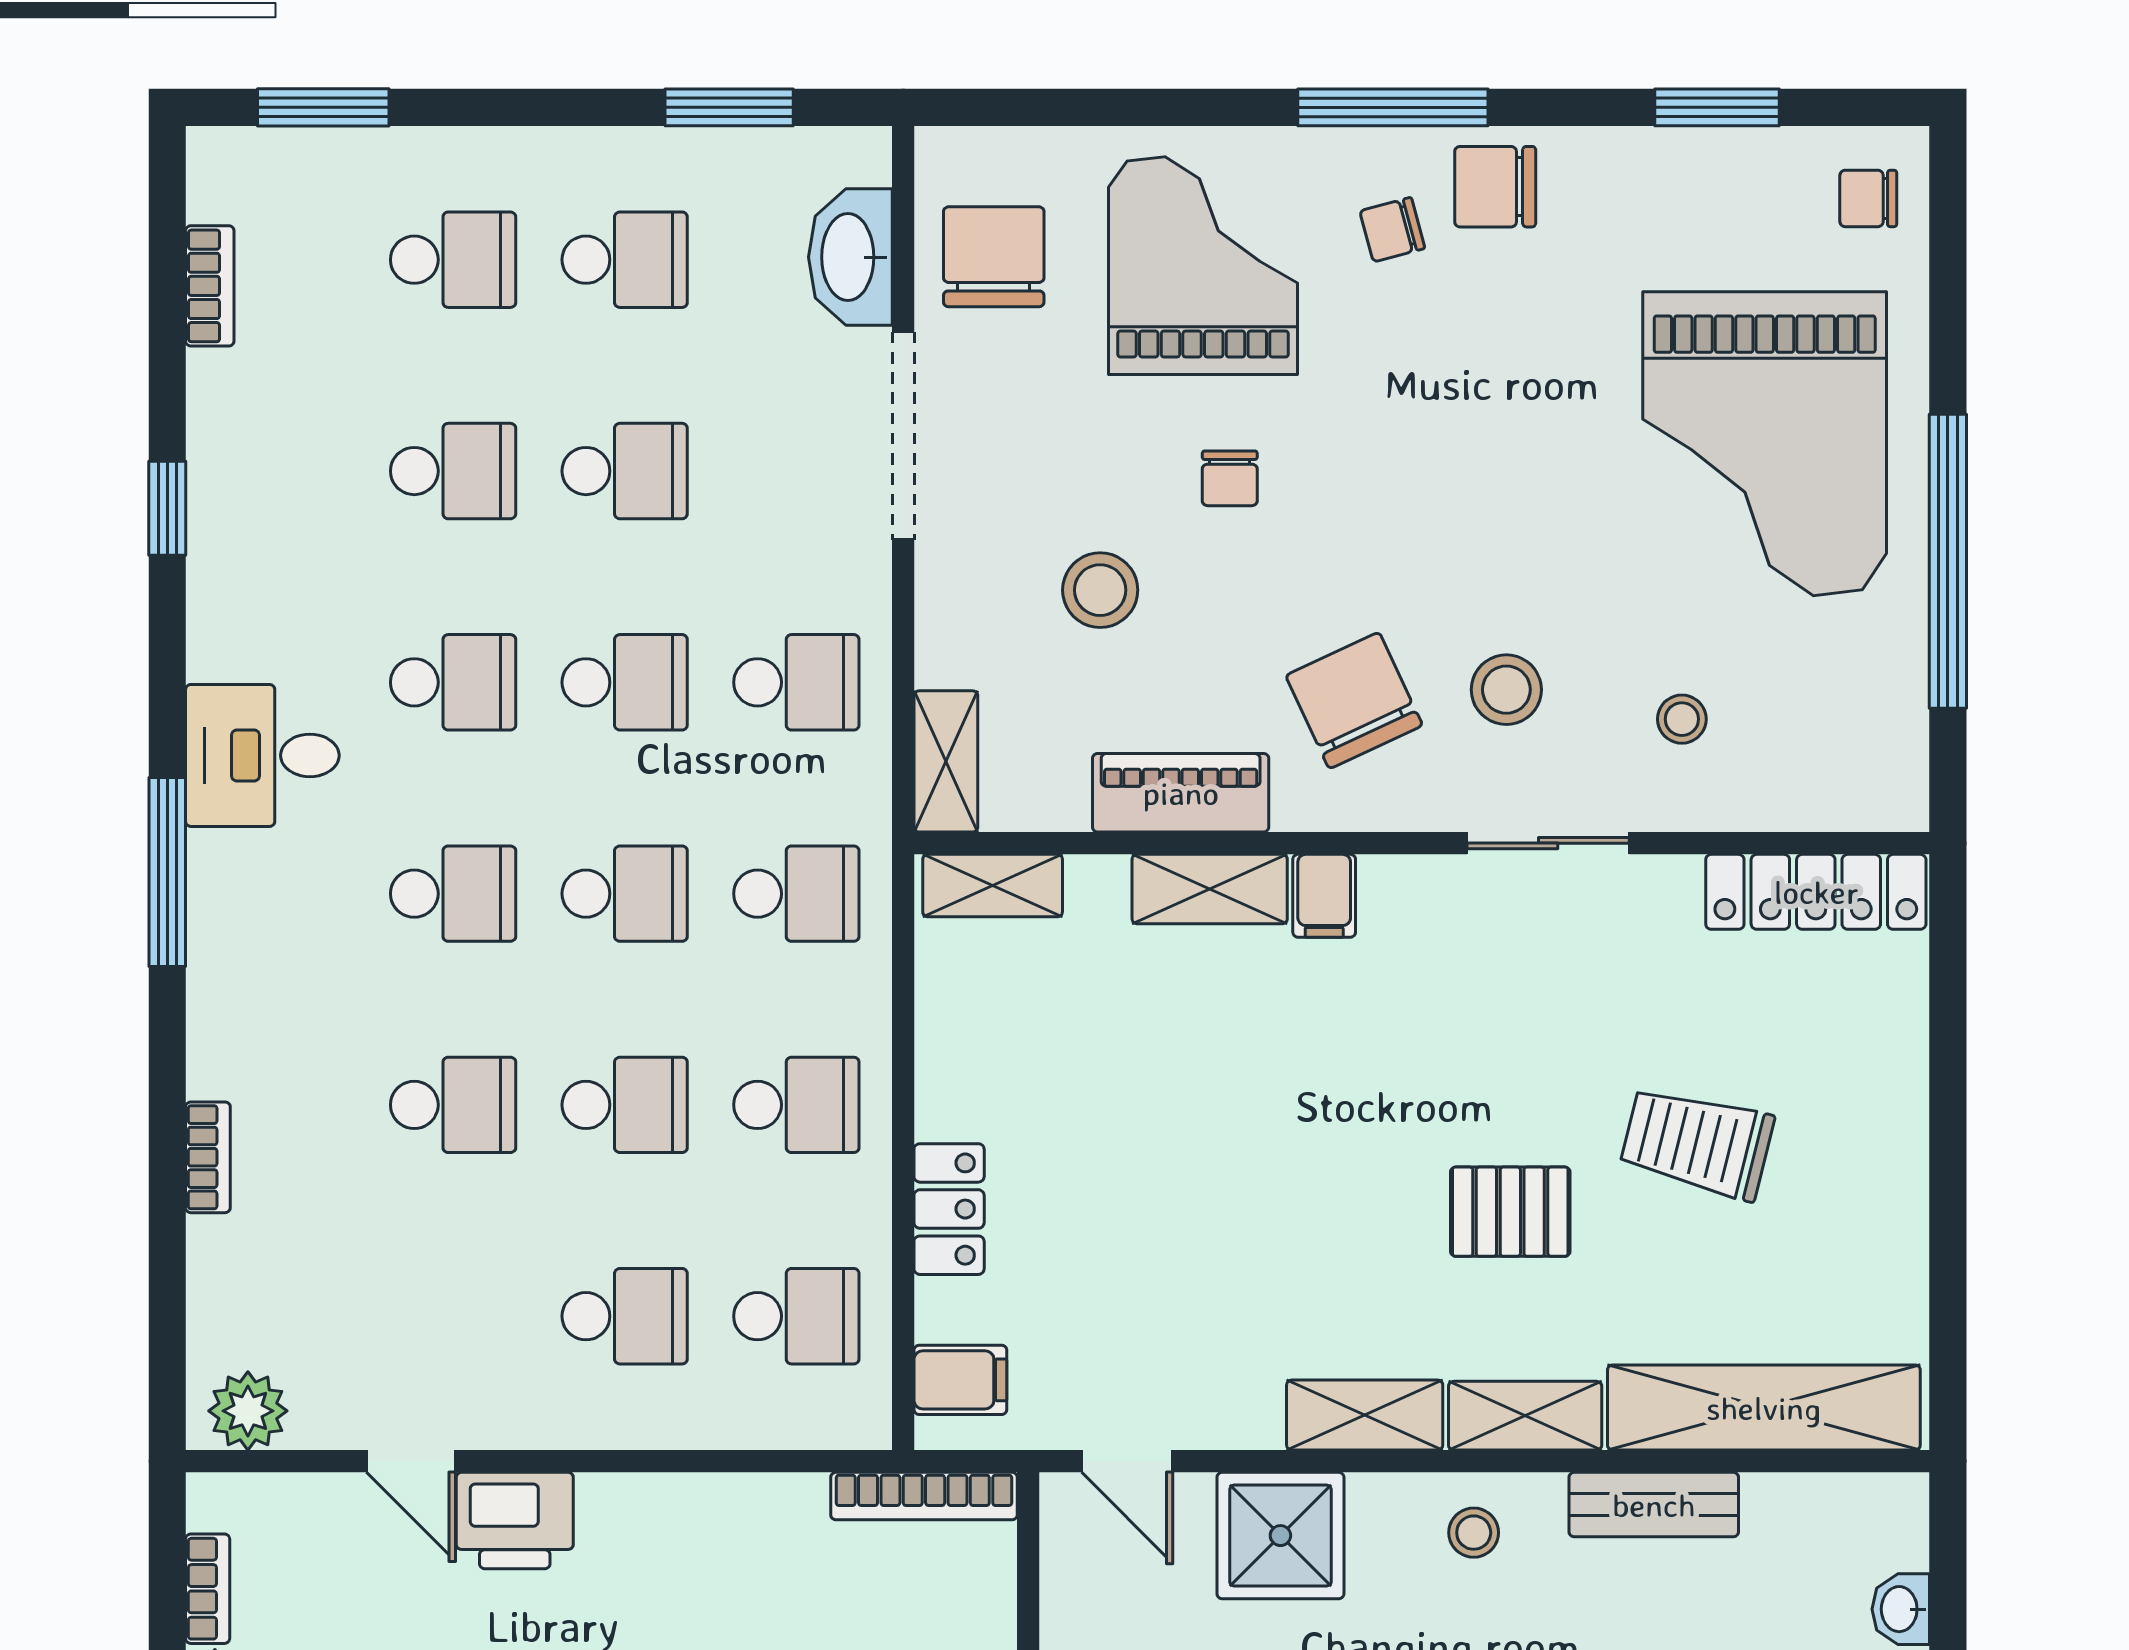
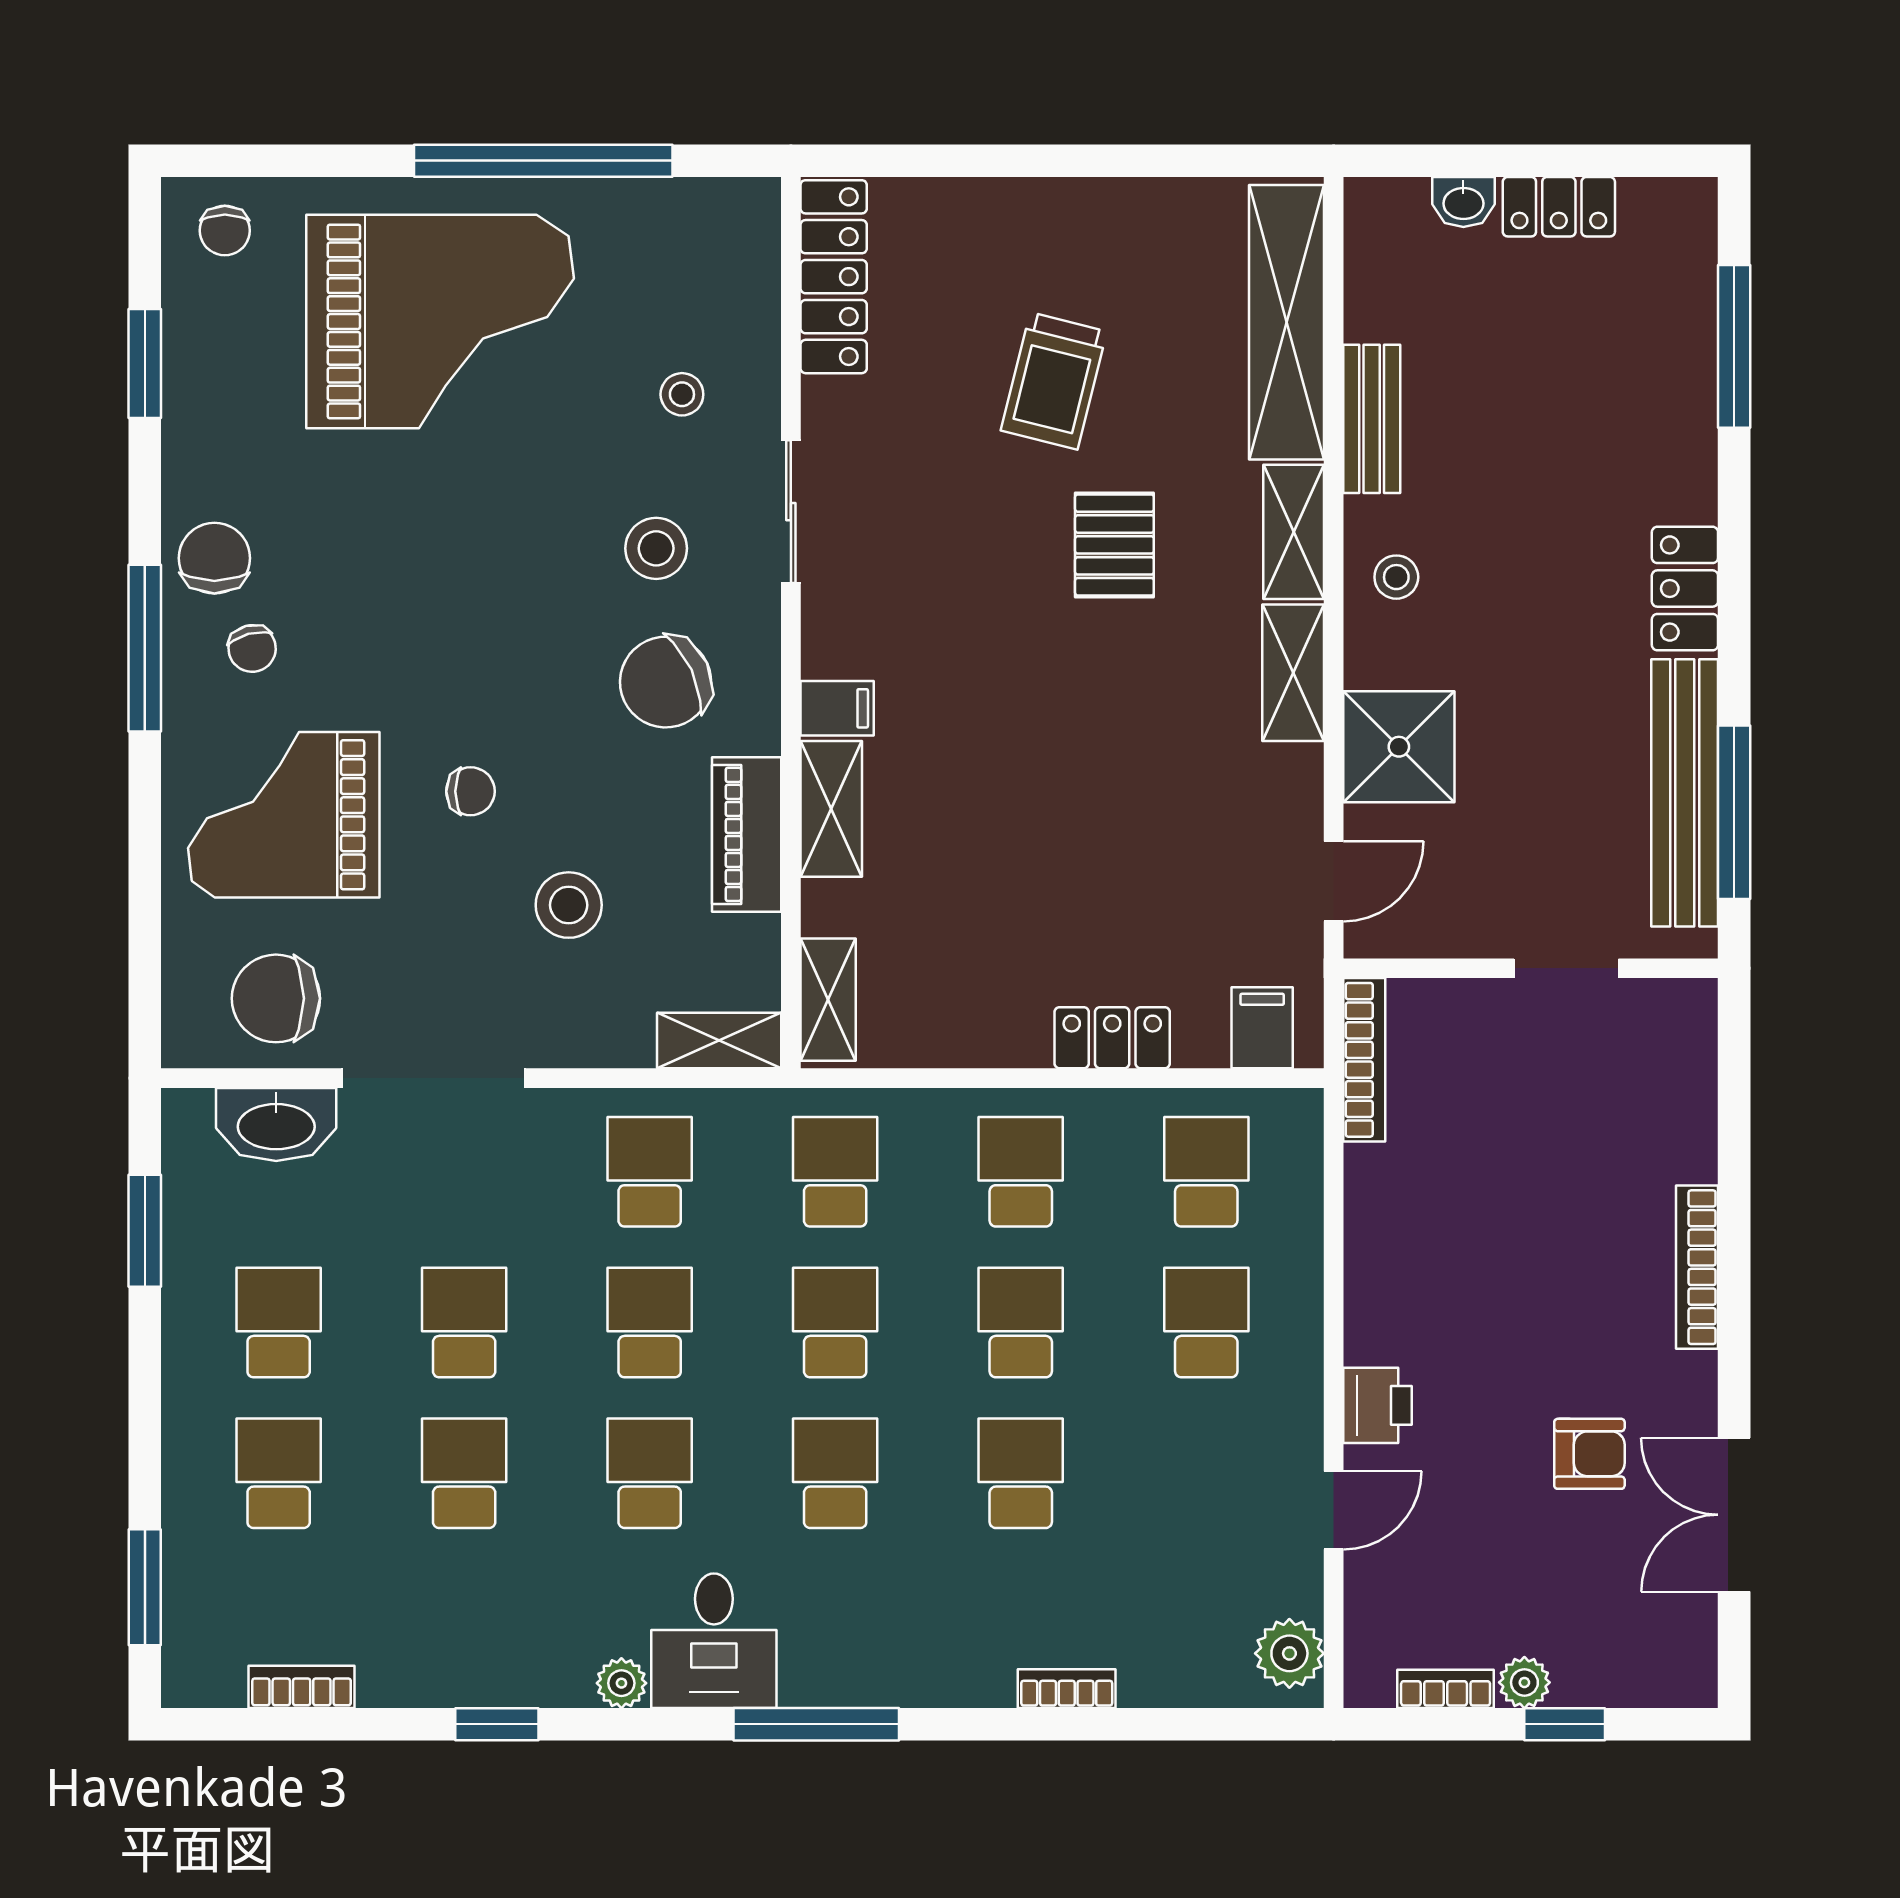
chair: (1495, 187) -> (214, 558), turned 180
plant: (214, 650) -> (621, 1683), added
printer: (515, 1521) -> (1378, 1405), width x0.73, depth x0.81

